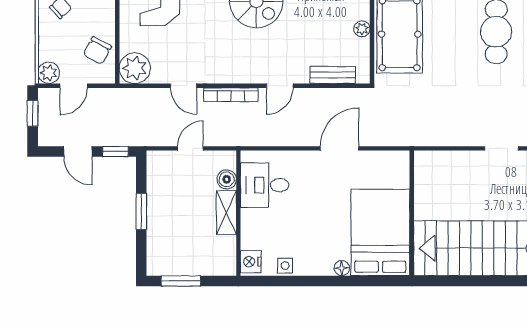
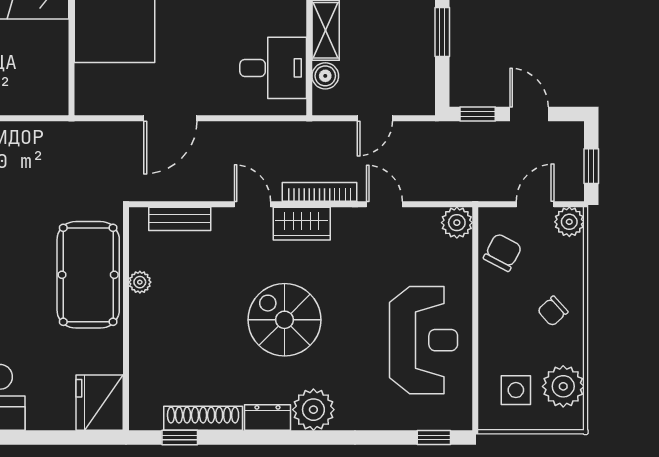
plant: (135, 68) -> (457, 223), width x0.73, depth x0.73
wardrobe: (244, 72) -> (302, 224), added
door: (280, 86) -> (252, 204), hinge flipped

